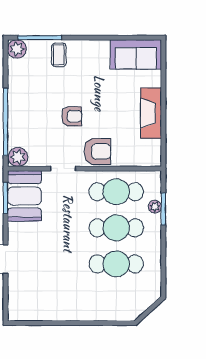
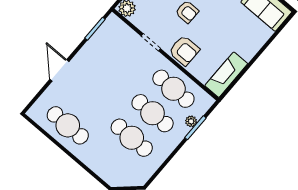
fireplace: (151, 113) -> (226, 75), moved
booth: (24, 196) -> (109, 38), removed
cafe table: (53, 300) -> (68, 125), added

